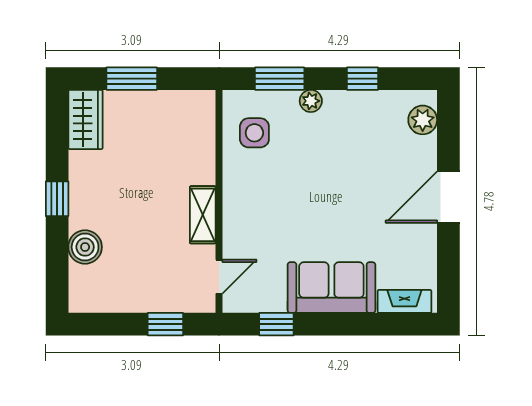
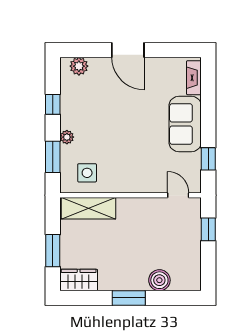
window: (57, 199) -> (129, 298), width x1.50
shelving: (203, 215) -> (89, 208), moved, width x1.50, depth x1.33

